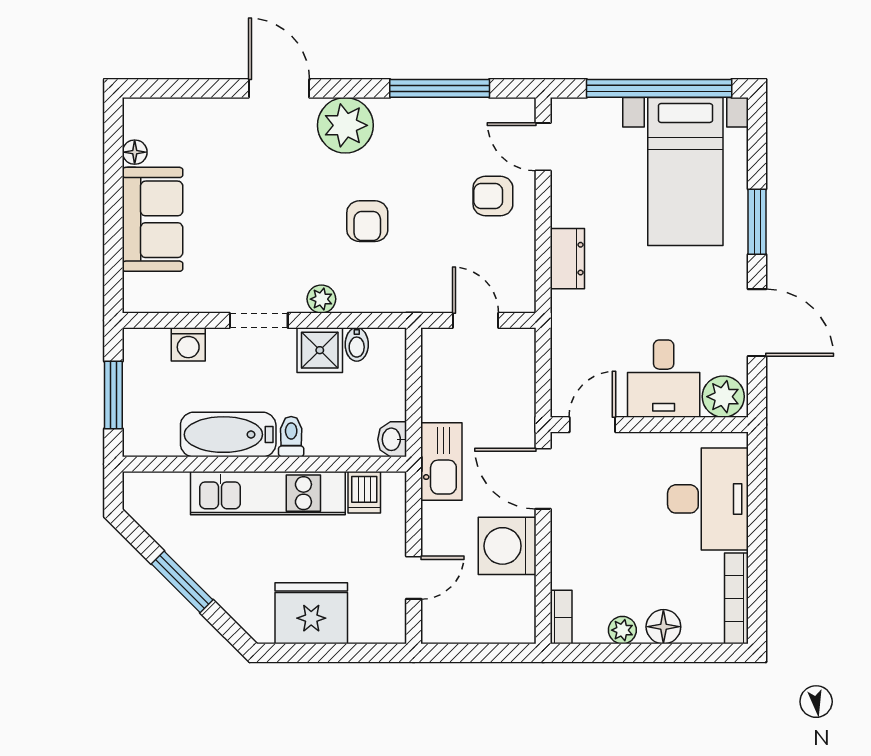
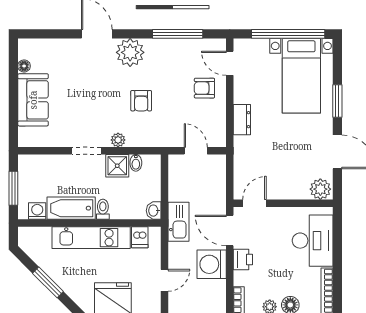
washing machine: (188, 344) -> (37, 211), moved, turned 180
desk: (664, 379) -> (290, 180), removed
printer: (569, 536) -> (243, 259), added

